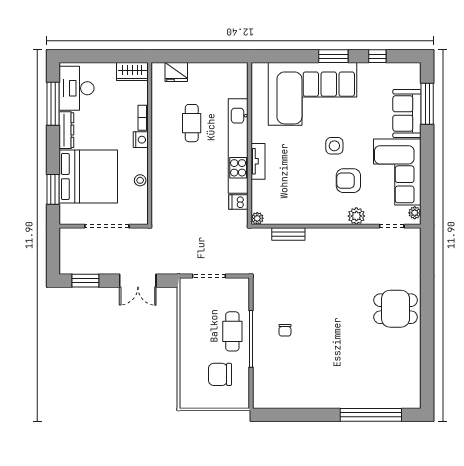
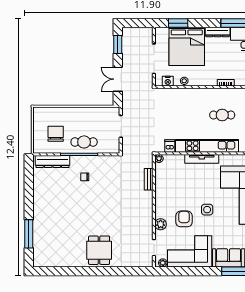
nightstand: (141, 140) -> (168, 81), moved
tv unit: (258, 161) -> (202, 159), width x1.41
dresser: (262, 379) -> (52, 161), added
window: (371, 415) -> (29, 234), width x0.68

